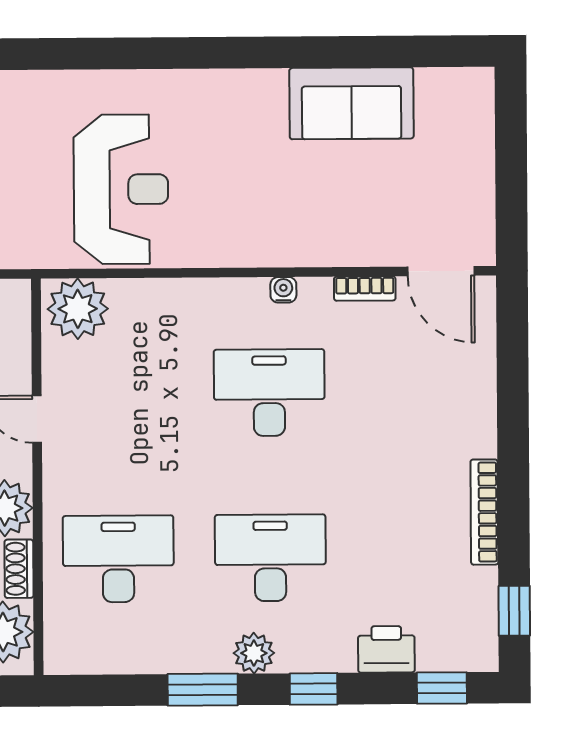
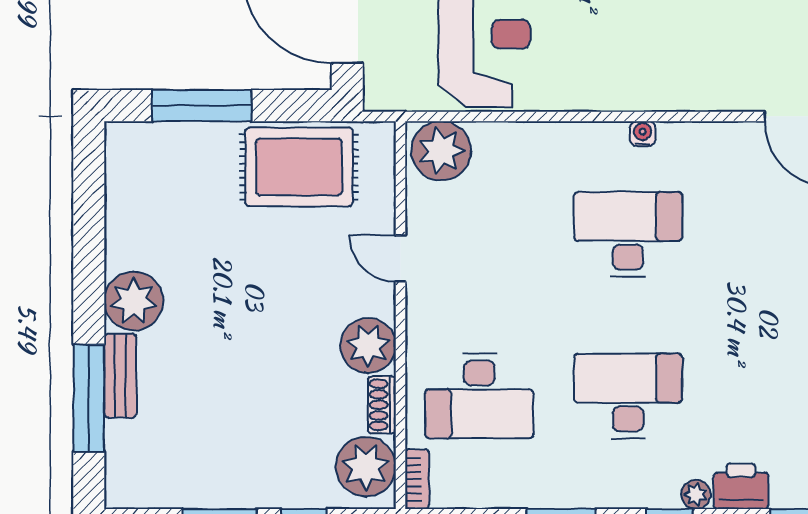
bookcase: (365, 289) -> (417, 479), moved, turned -90
desk: (118, 559) -> (479, 396), turned 180
plant: (254, 653) -> (696, 494), moved, width x0.73, depth x0.73

